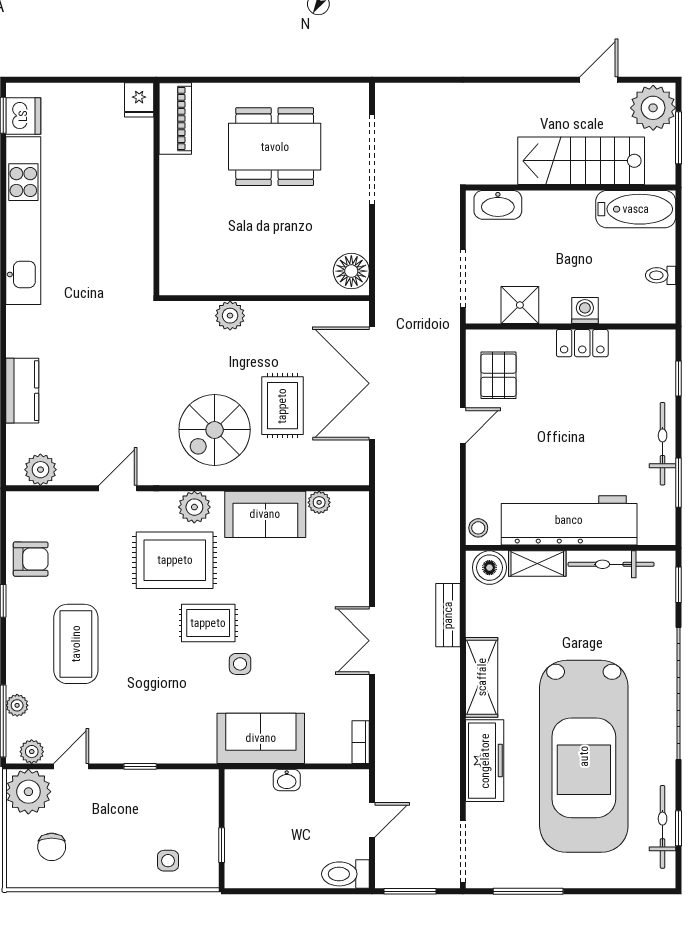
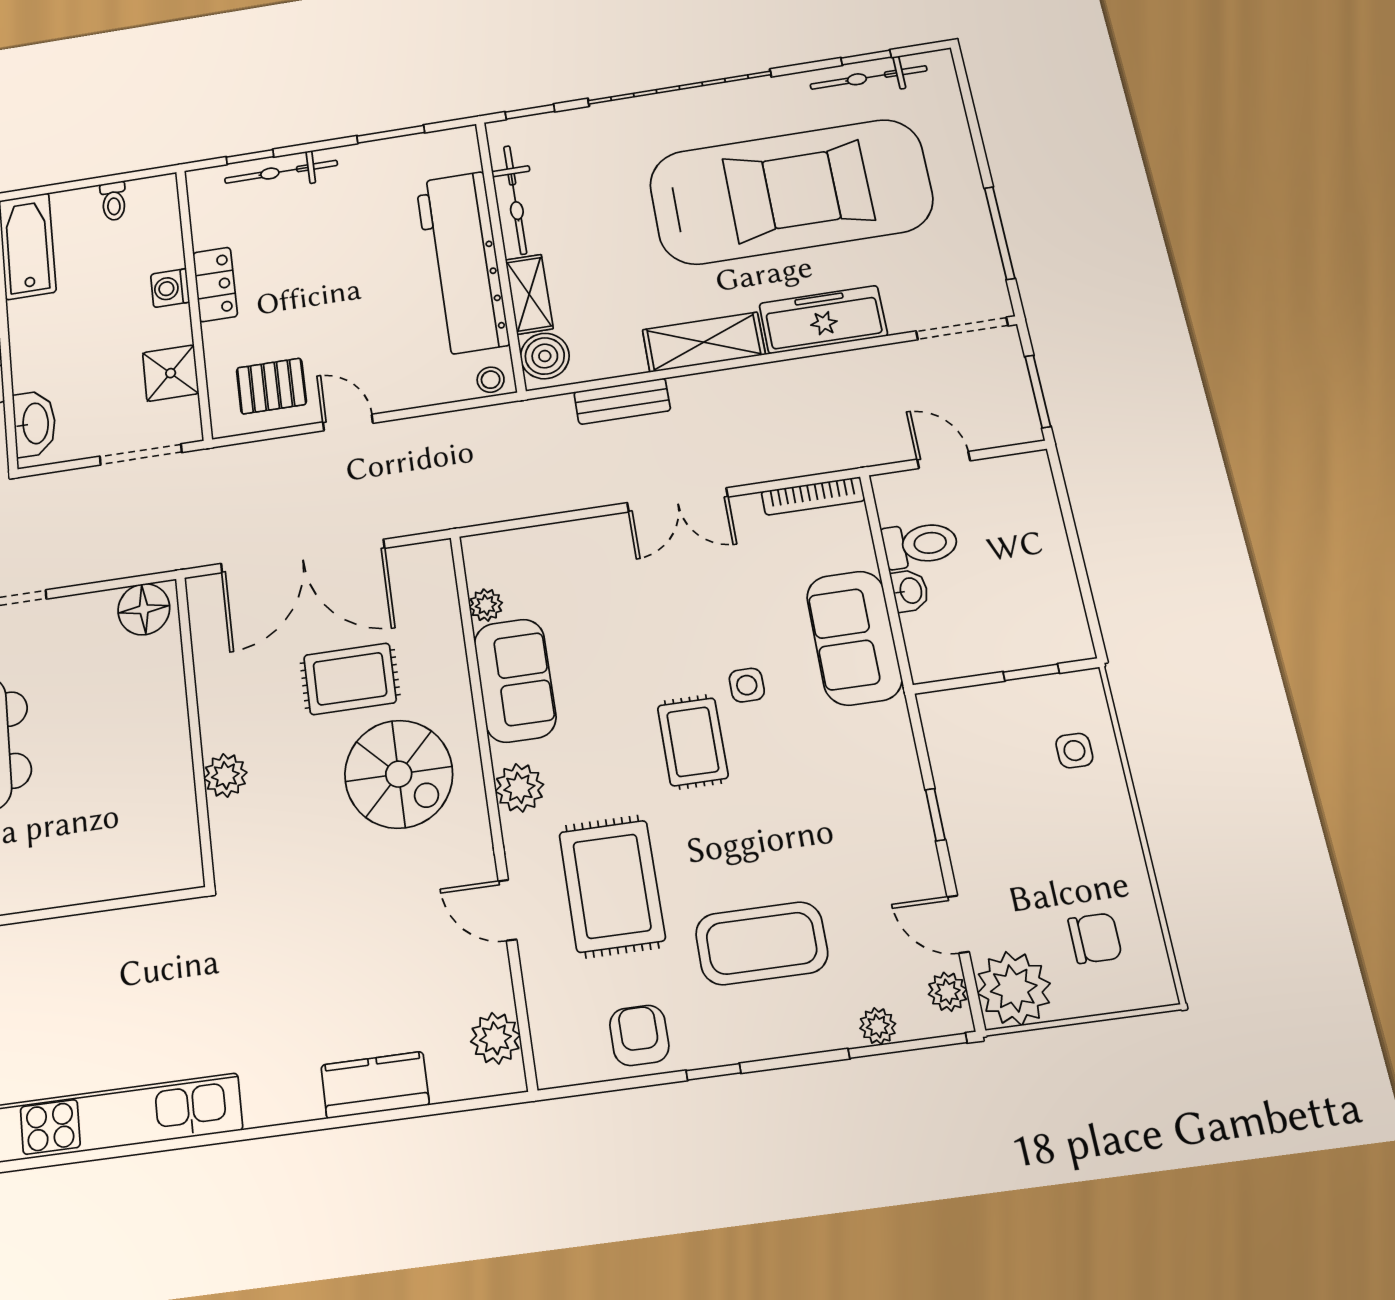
bicycle: (663, 444) -> (281, 172), moved
rug: (175, 560) -> (612, 886), moved
bookcase: (361, 742) -> (813, 496), width x1.56
toilet: (345, 874) -> (920, 544), moved, turned -90

